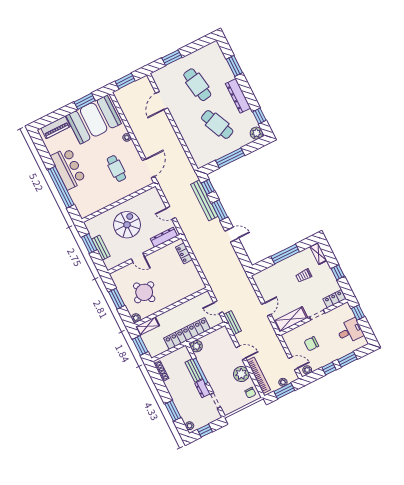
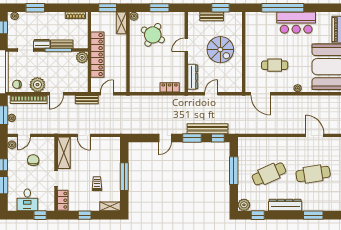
round table: (144, 292) -> (153, 35), turned -37

